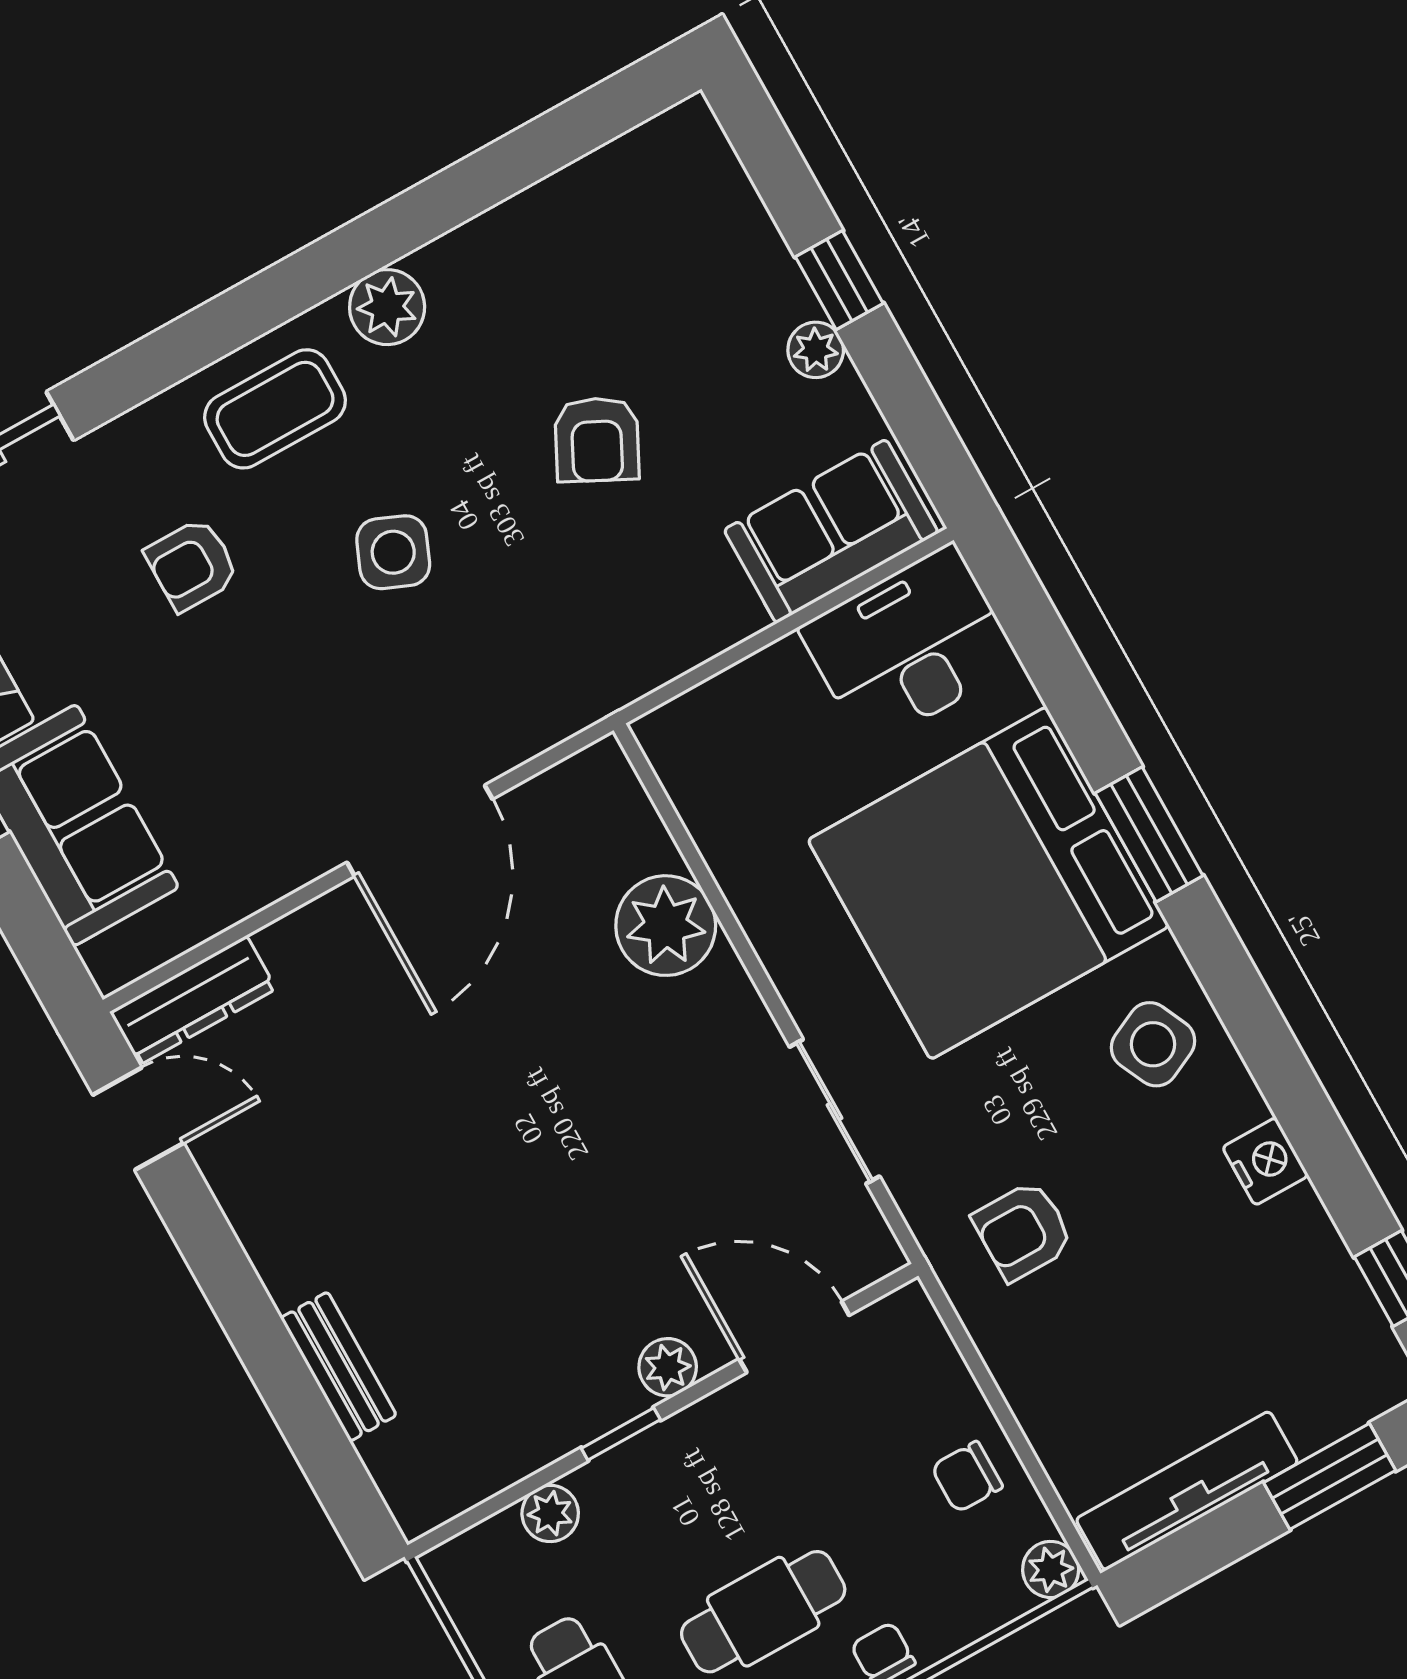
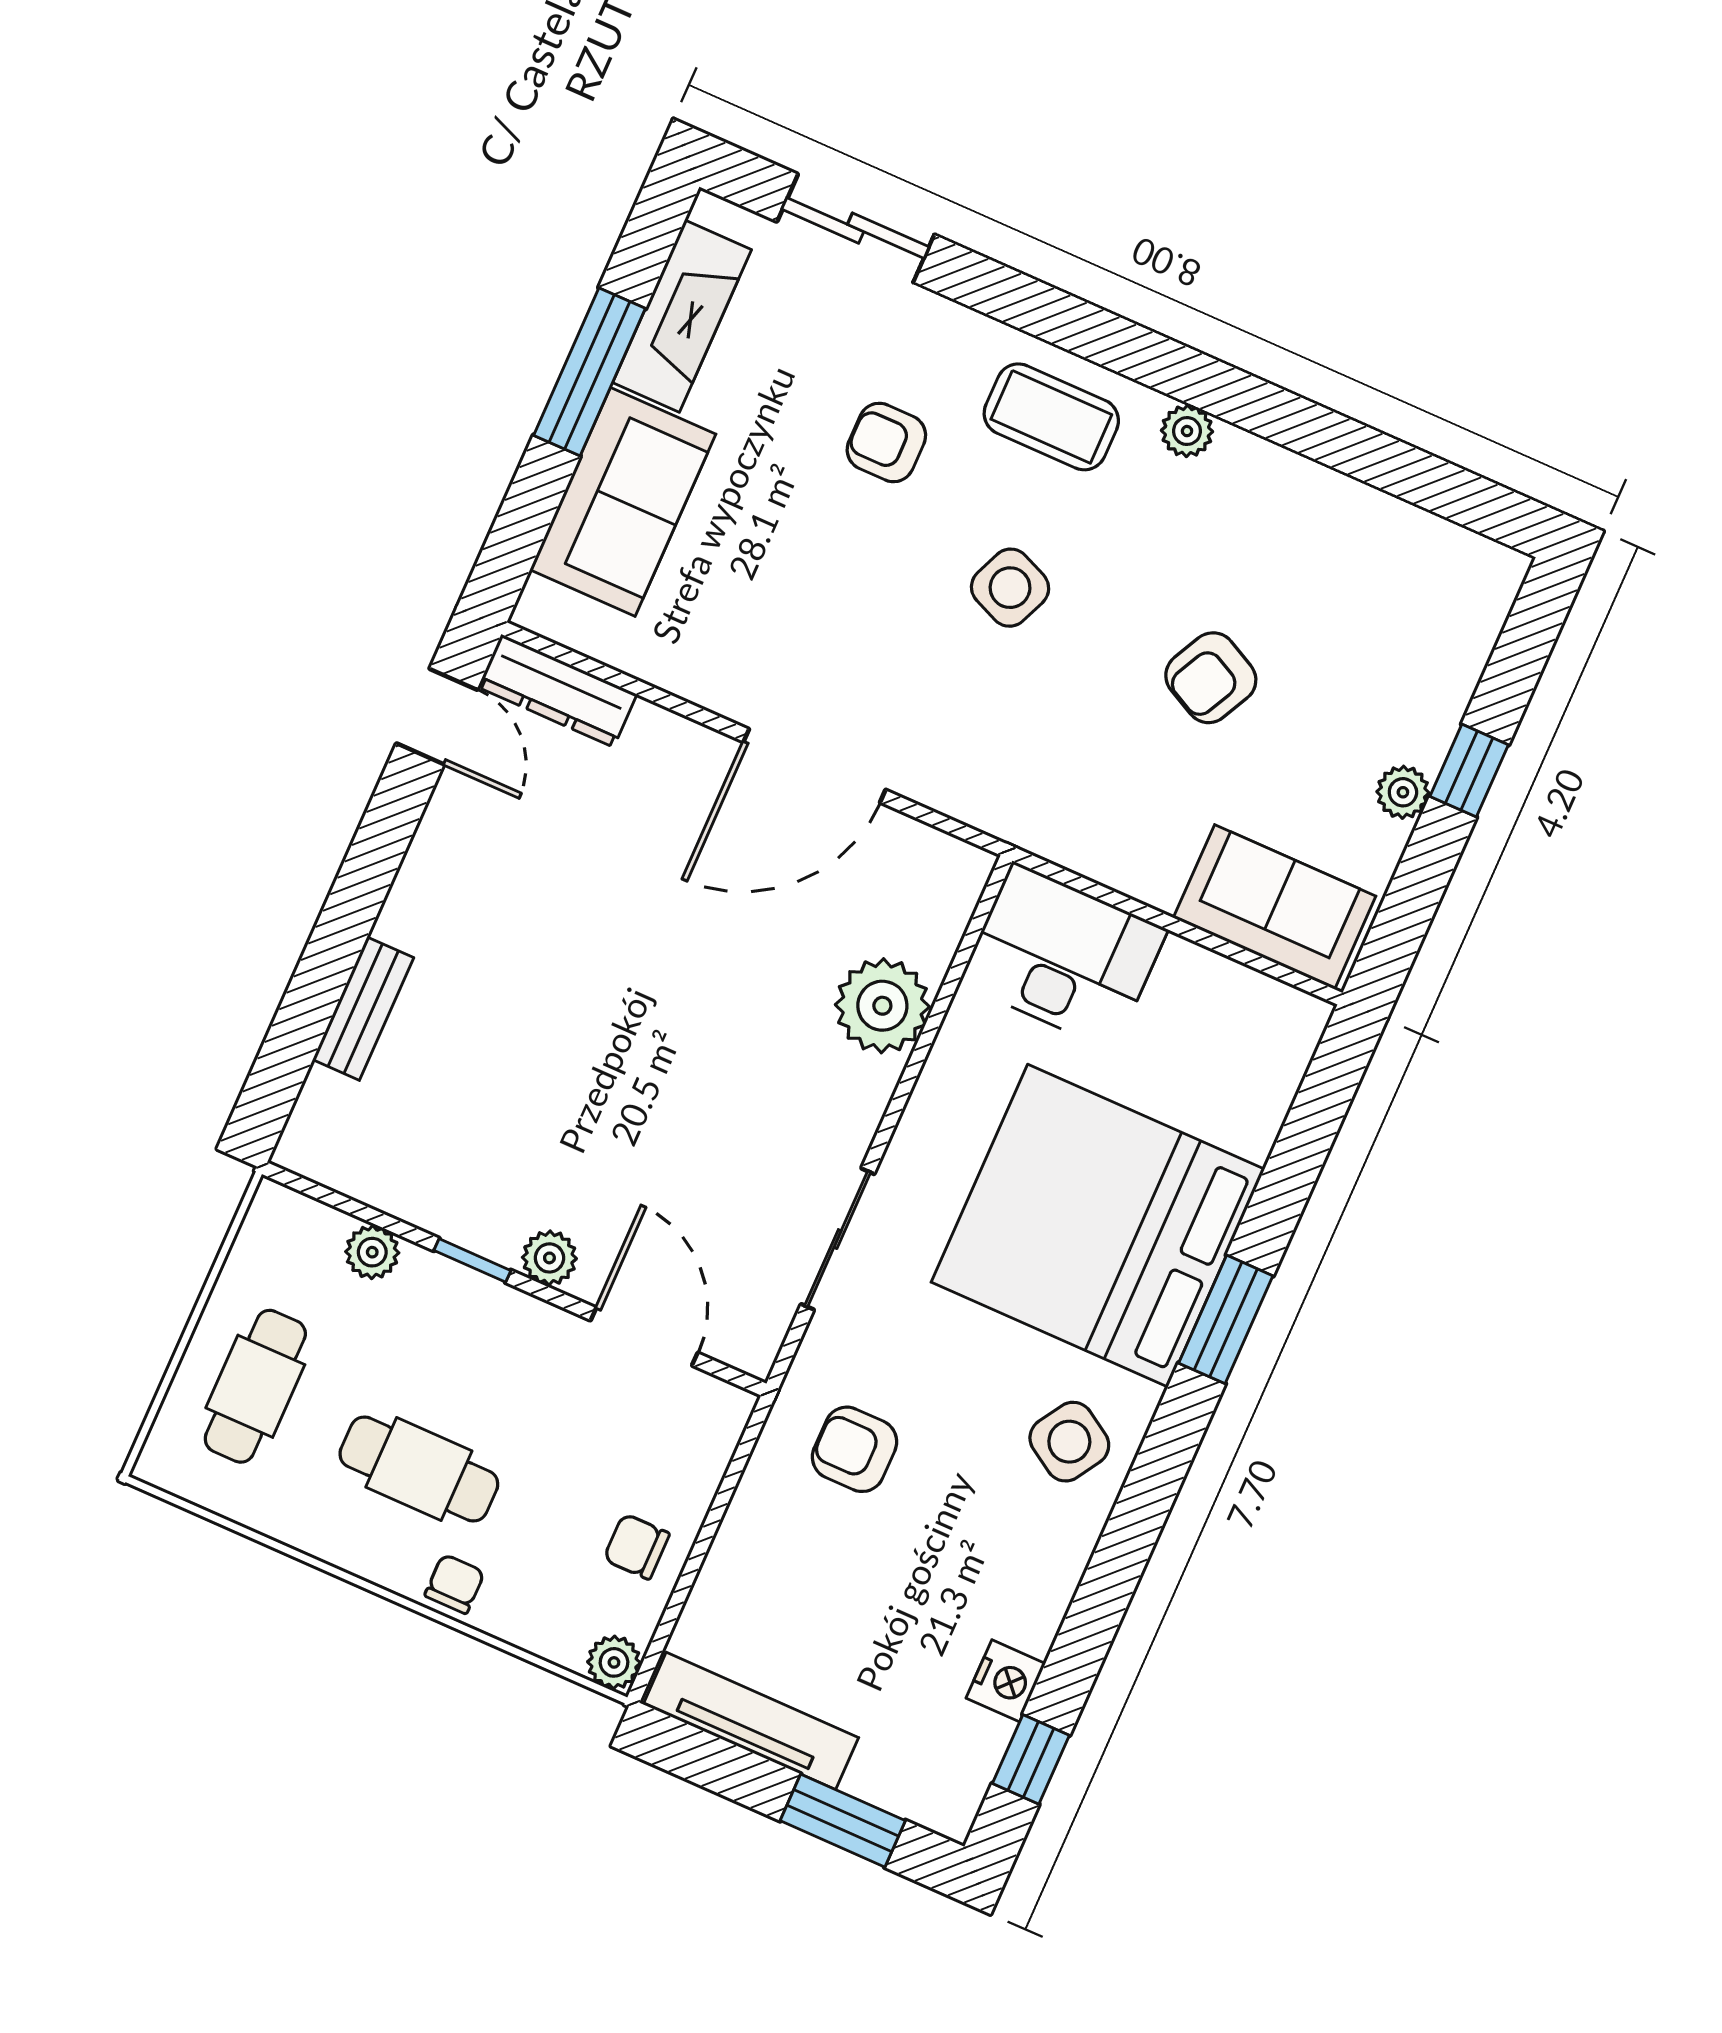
plant: (387, 307) -> (1187, 431), width x0.73, depth x0.73
desk: (909, 646) -> (1063, 956), moved
side table: (1153, 1044) -> (1069, 1442), turned -33
nightstand: (1265, 1161) -> (1006, 1681), moved

